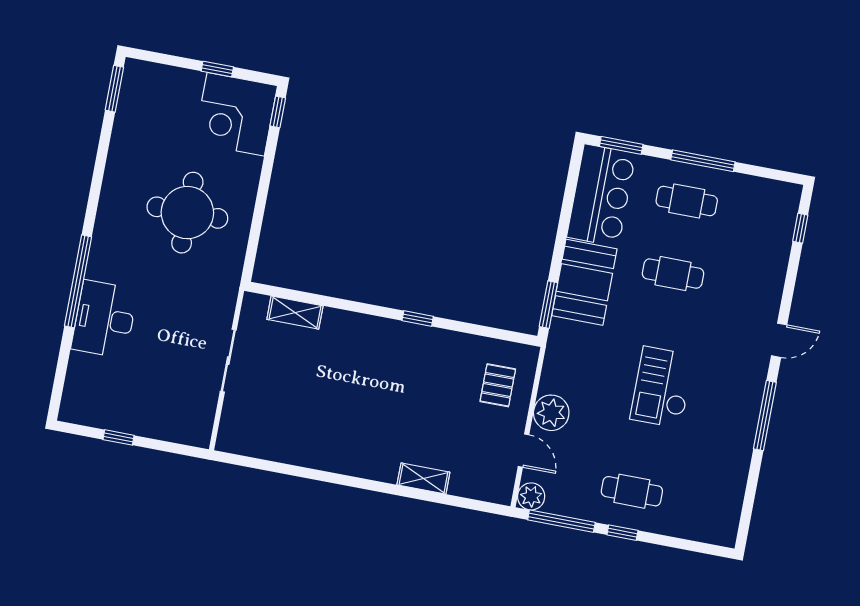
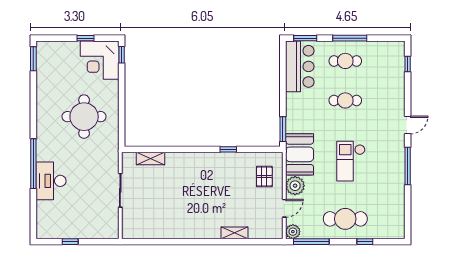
booth: (584, 282) -> (300, 154), moved
window: (418, 319) -> (228, 149), moved
door: (523, 451) -> (284, 208), hinge flipped
cafe table: (632, 491) -> (345, 219), width x1.37, depth x1.35
window: (622, 533) -> (365, 242), moved

